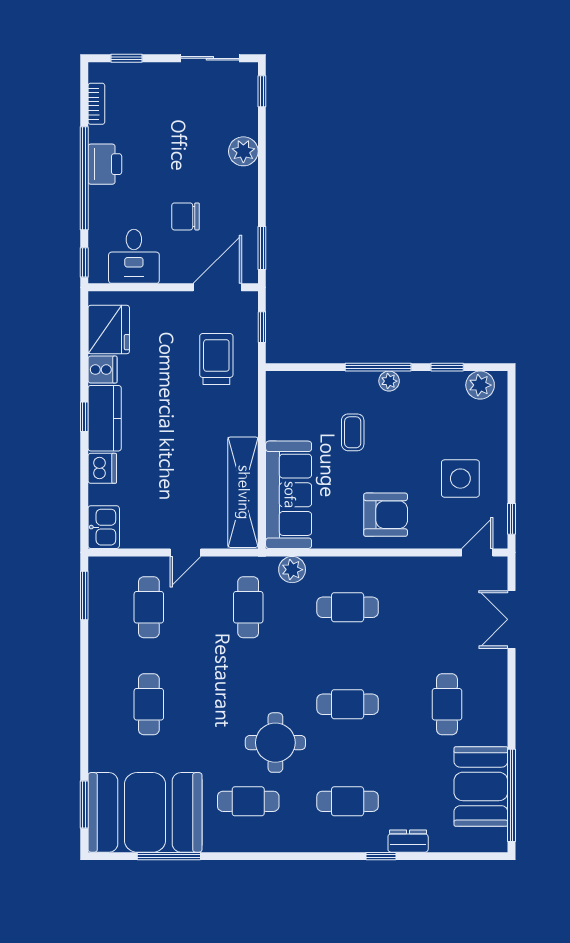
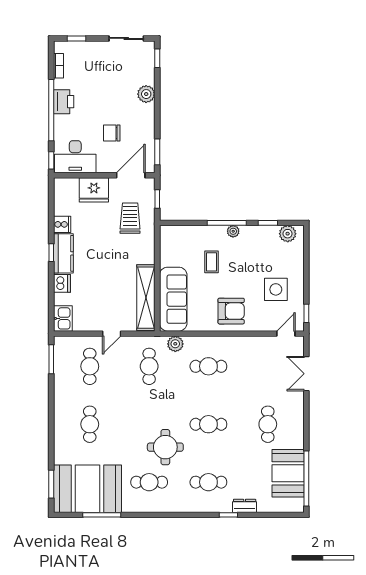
desk: (134, 256) -> (75, 157), width x1.37
fridge: (109, 330) -> (94, 190), moved, turned 90

